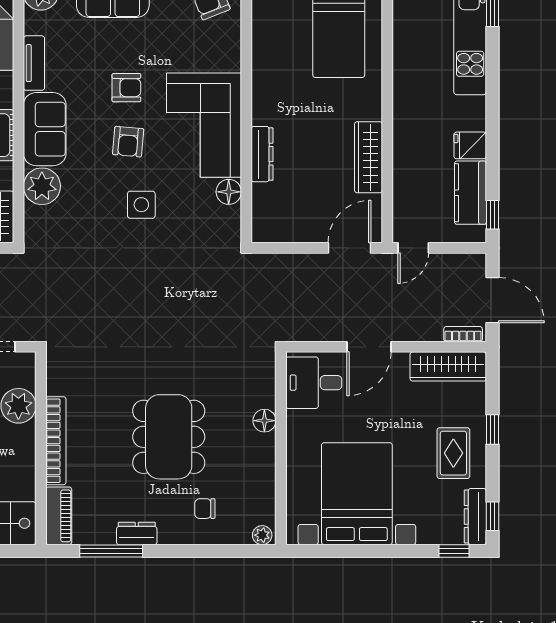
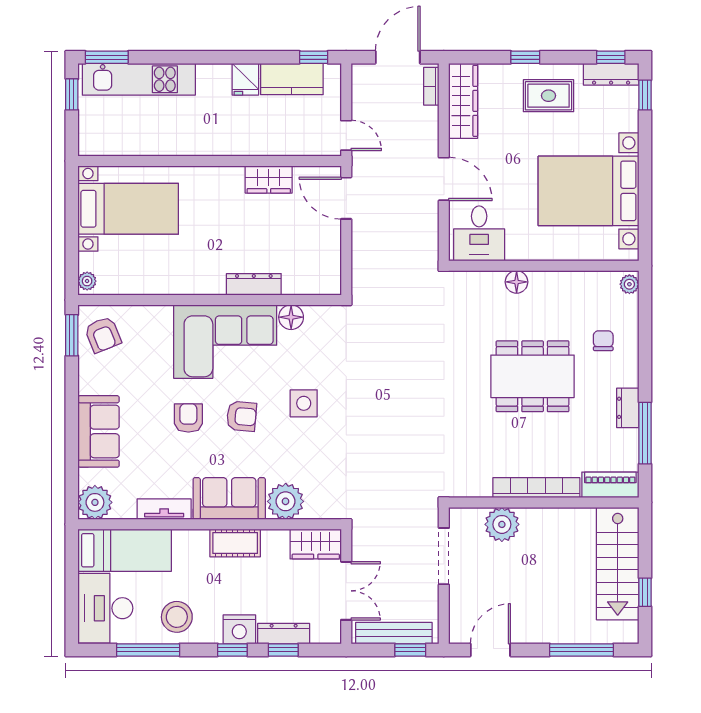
wardrobe: (369, 157) -> (269, 179), width x0.67
chair: (205, 509) -> (603, 341), turned 180

